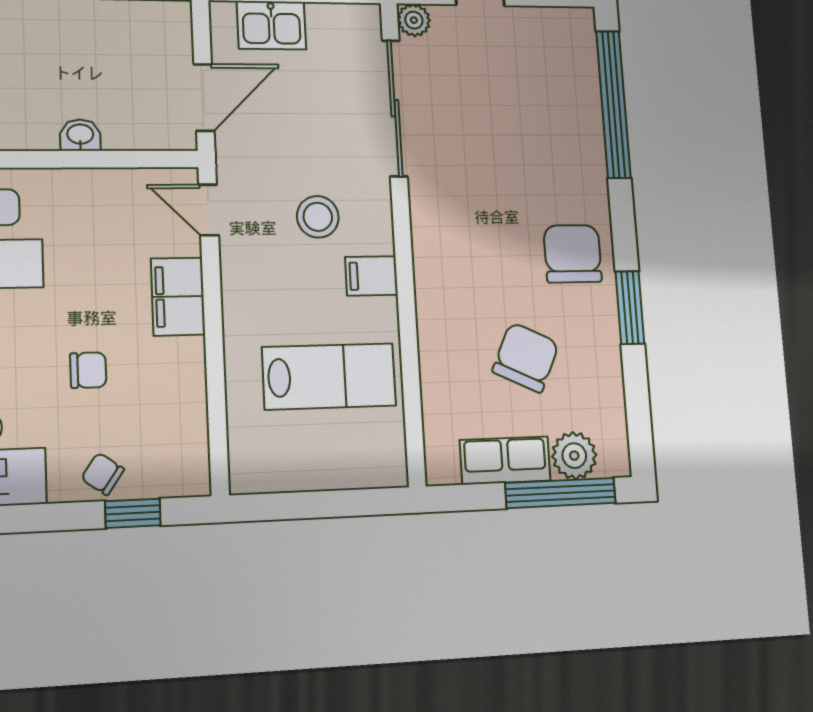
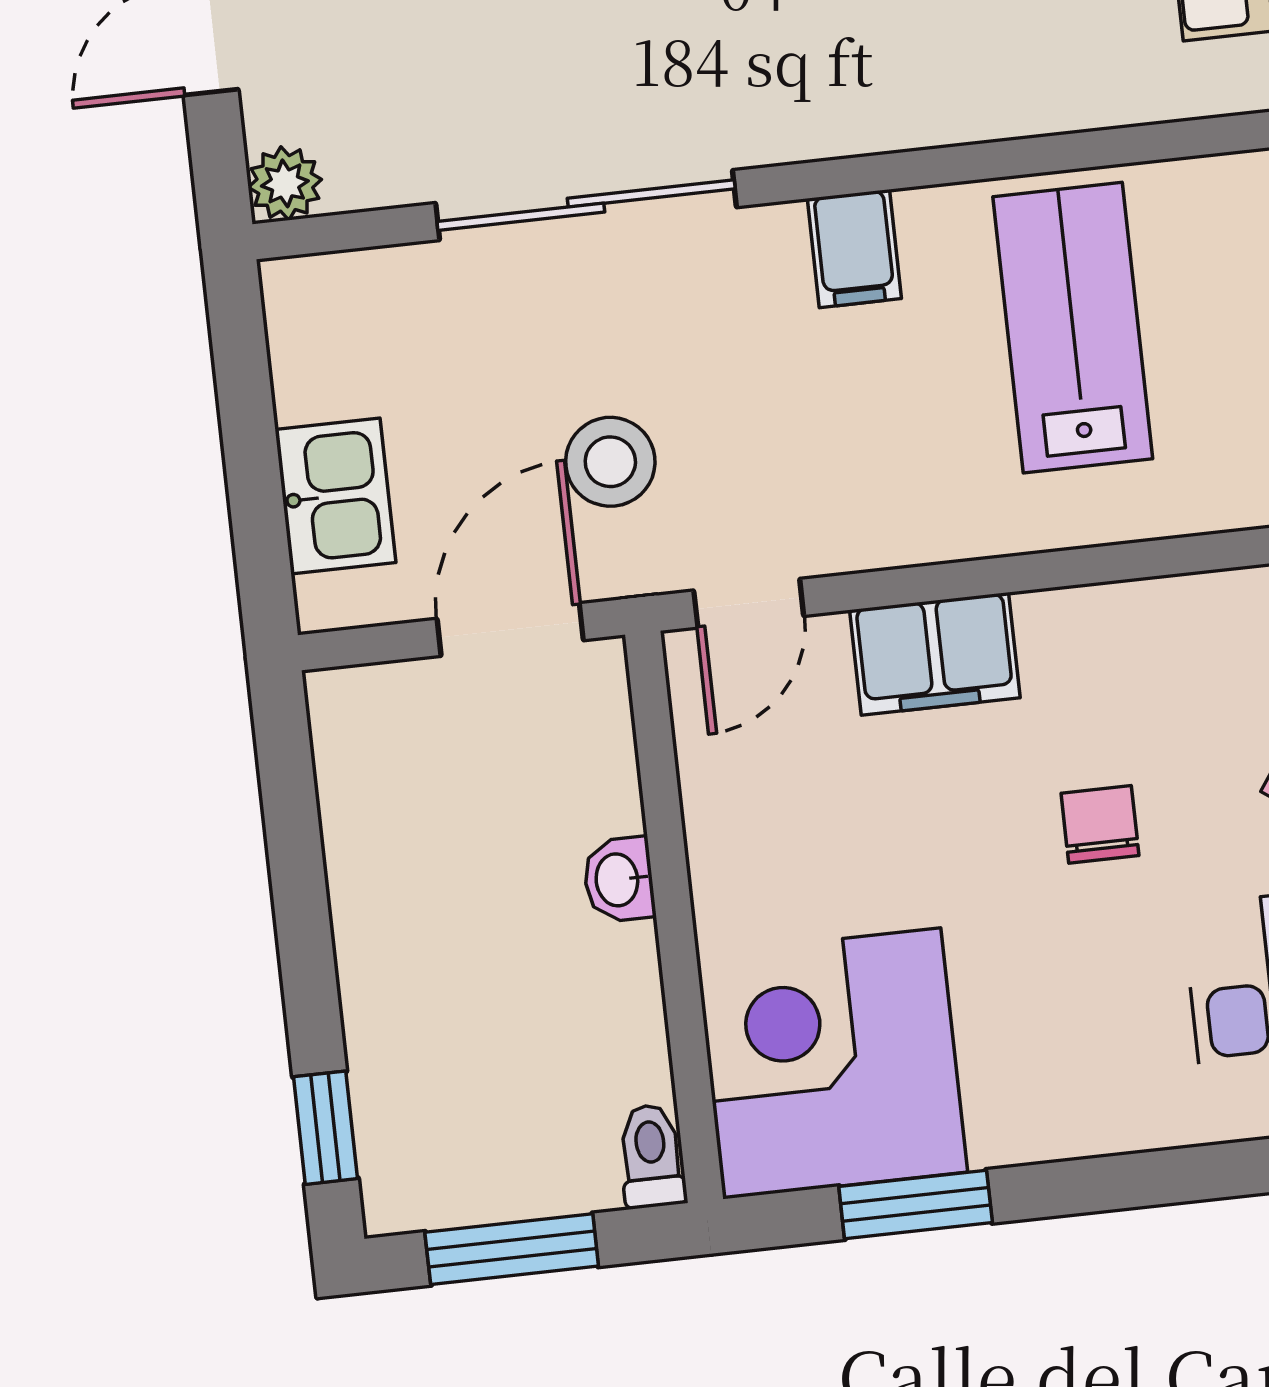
door: (204, 98) -> (510, 630), hinge flipped
sliding door: (395, 108) -> (586, 205), moved
stool: (318, 217) -> (610, 462), moved

